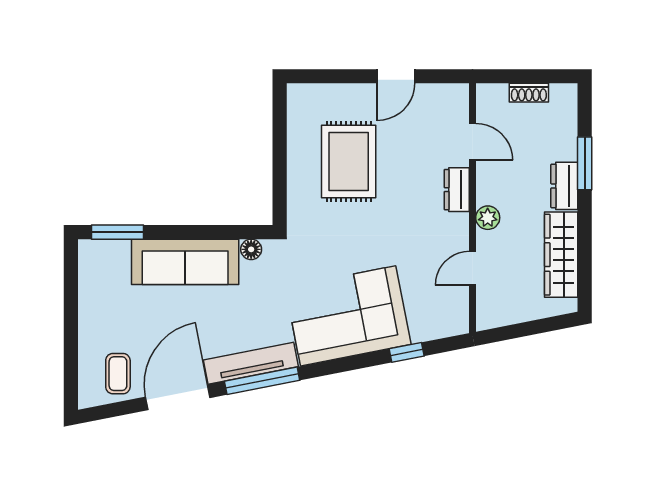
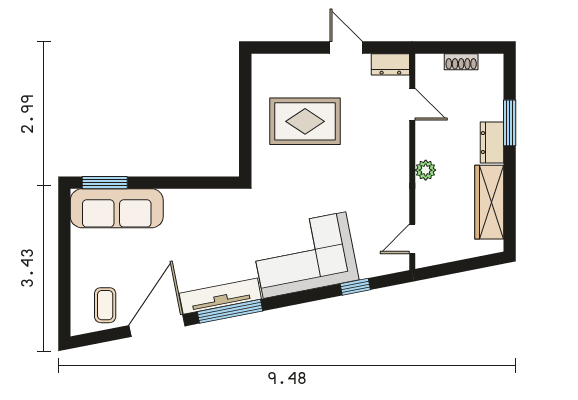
door: (396, 76) -> (346, 48), swing flipped
rug: (349, 161) -> (305, 121), turned 90
dresser: (457, 190) -> (390, 64), moved, turned -90
floor lamp: (251, 249) -> (221, 197), removed
sofa: (185, 262) -> (117, 208), moved
door: (473, 268) -> (412, 239), moved

